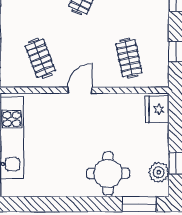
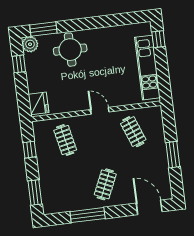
door: (80, 90) -> (100, 111), swing flipped
plant: (159, 172) -> (30, 44), moved

